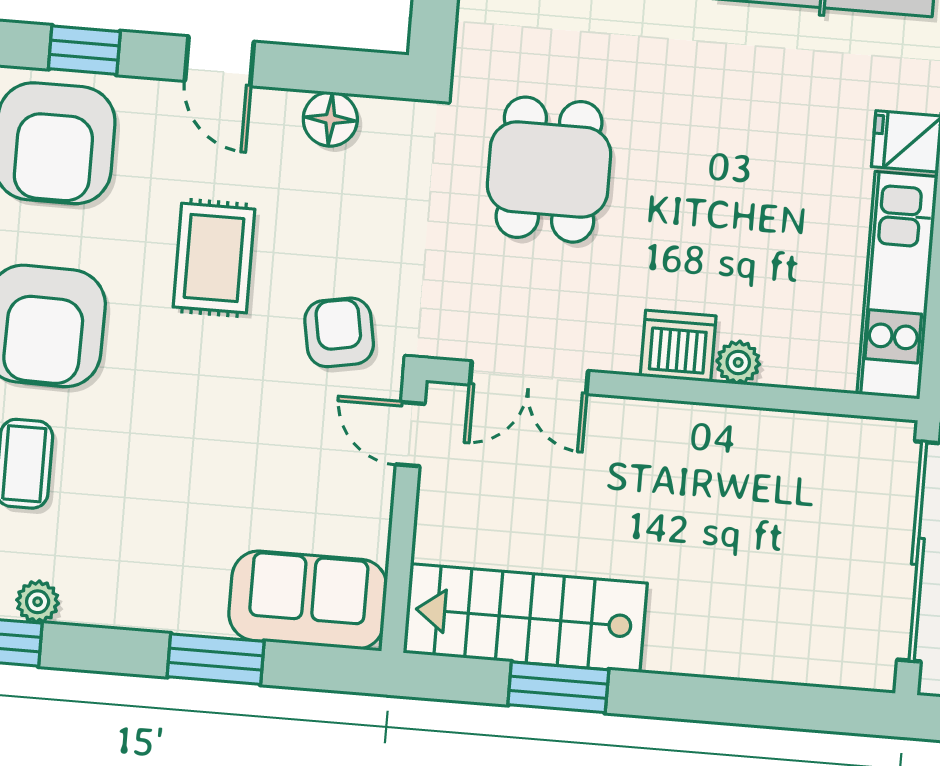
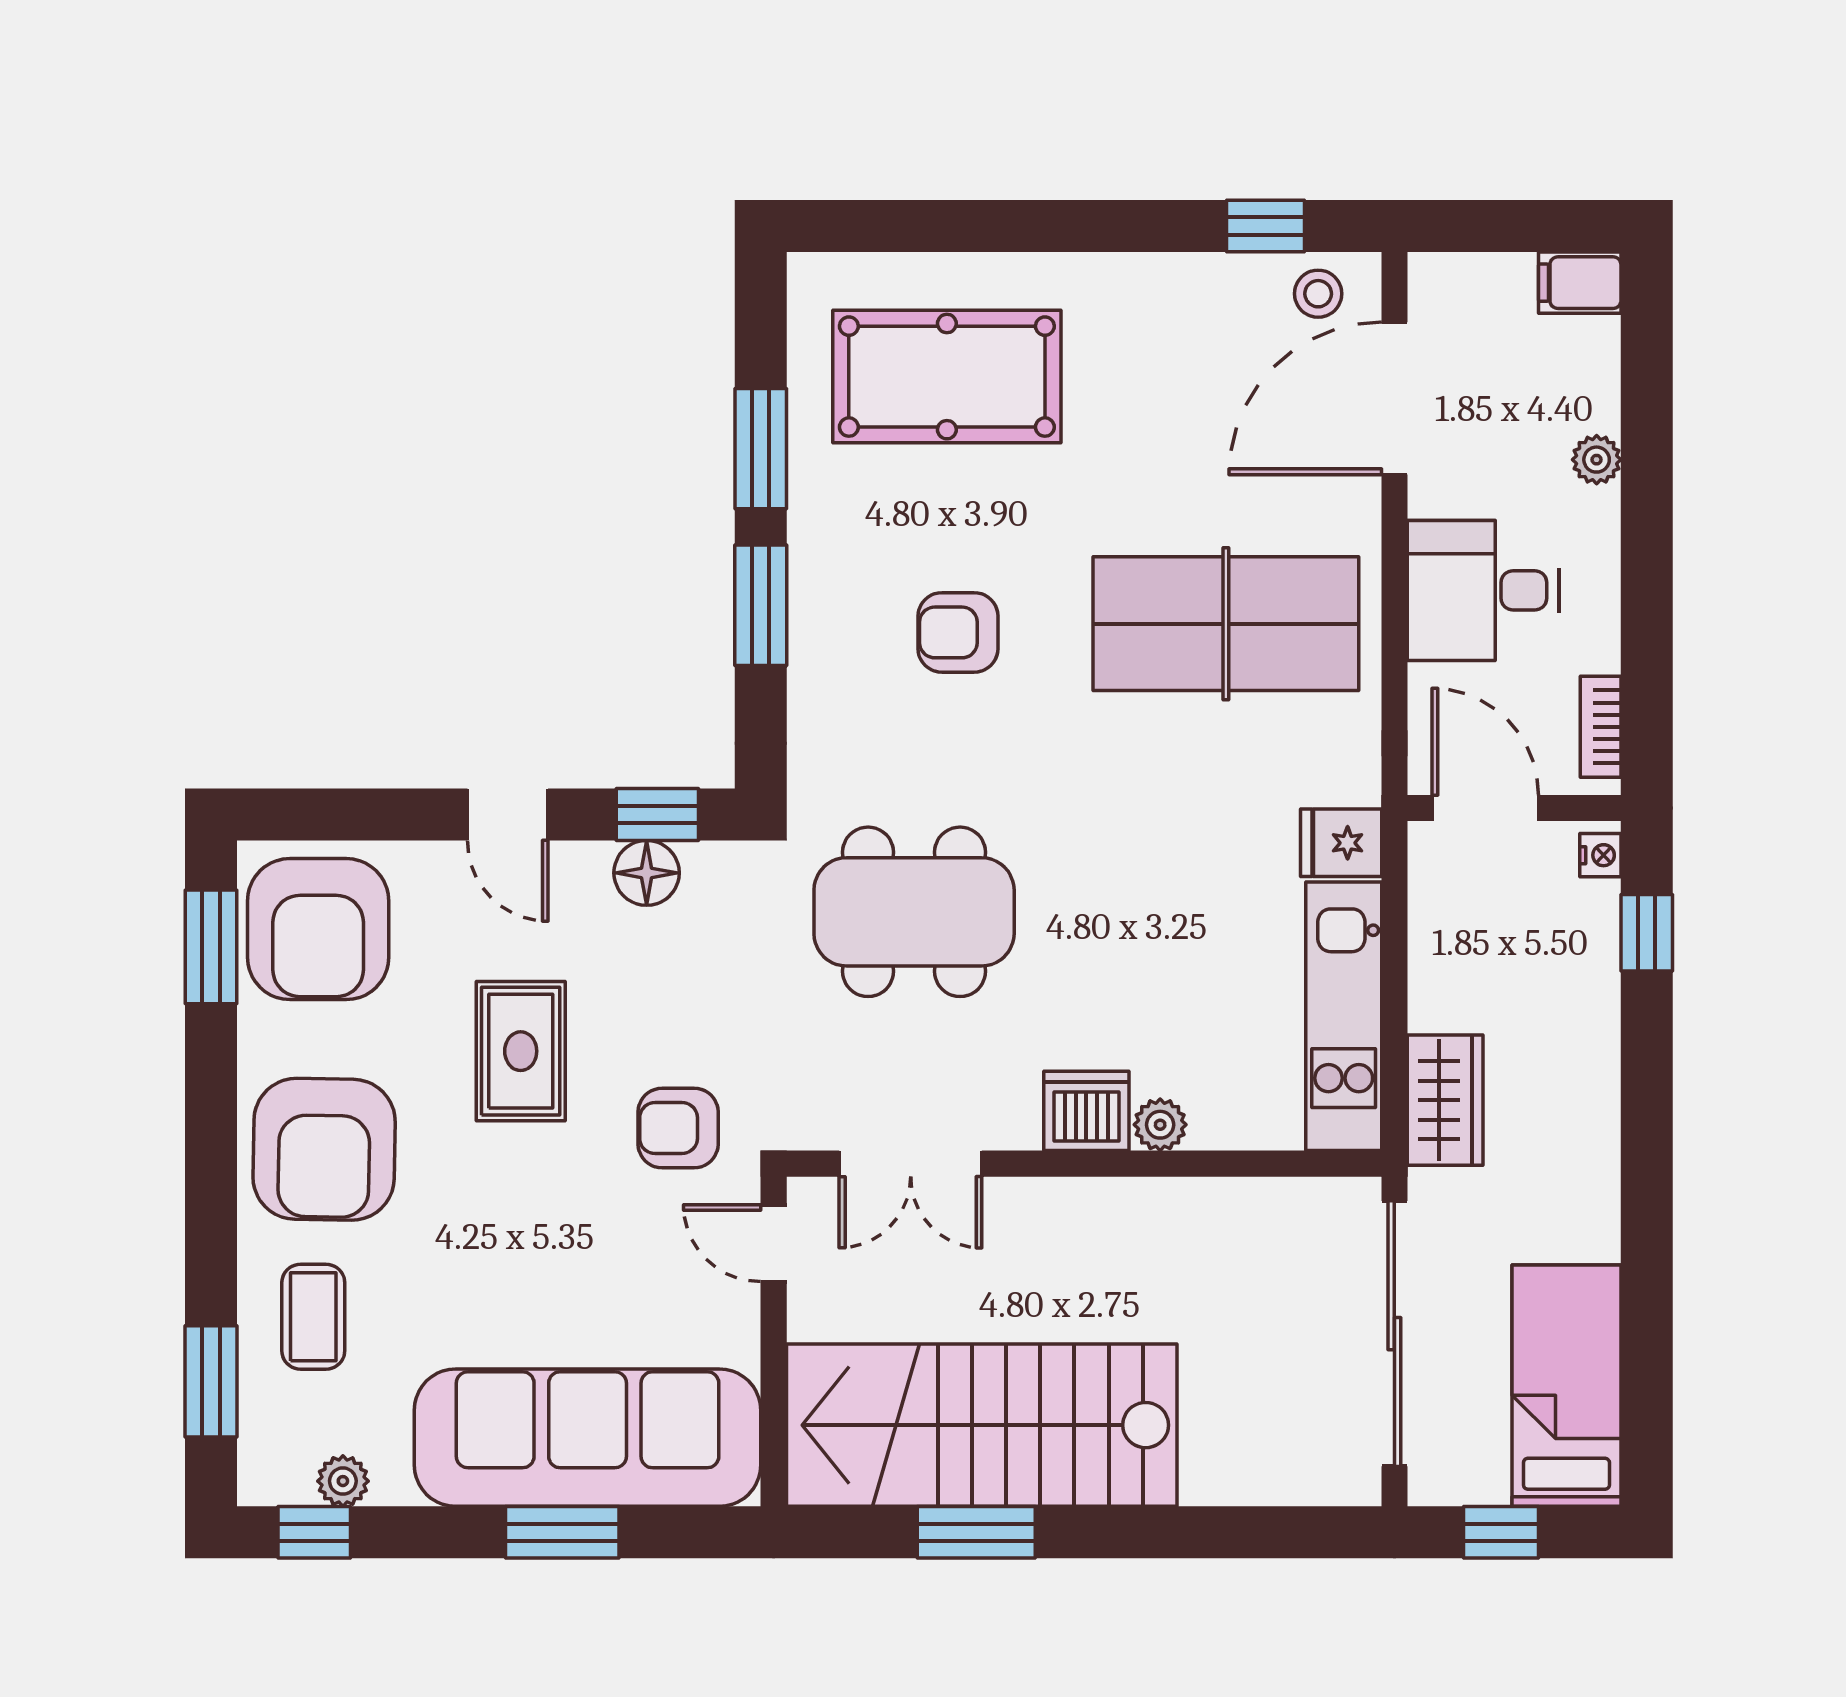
window: (84, 50) -> (657, 814), moved
dining table: (549, 170) -> (914, 912), width x1.38
armchair: (339, 332) -> (678, 1128), turned -80
sofa: (308, 600) -> (588, 1438), width x1.85, depth x1.27
stairs: (525, 618) -> (982, 1425), width x1.36, depth x1.51

